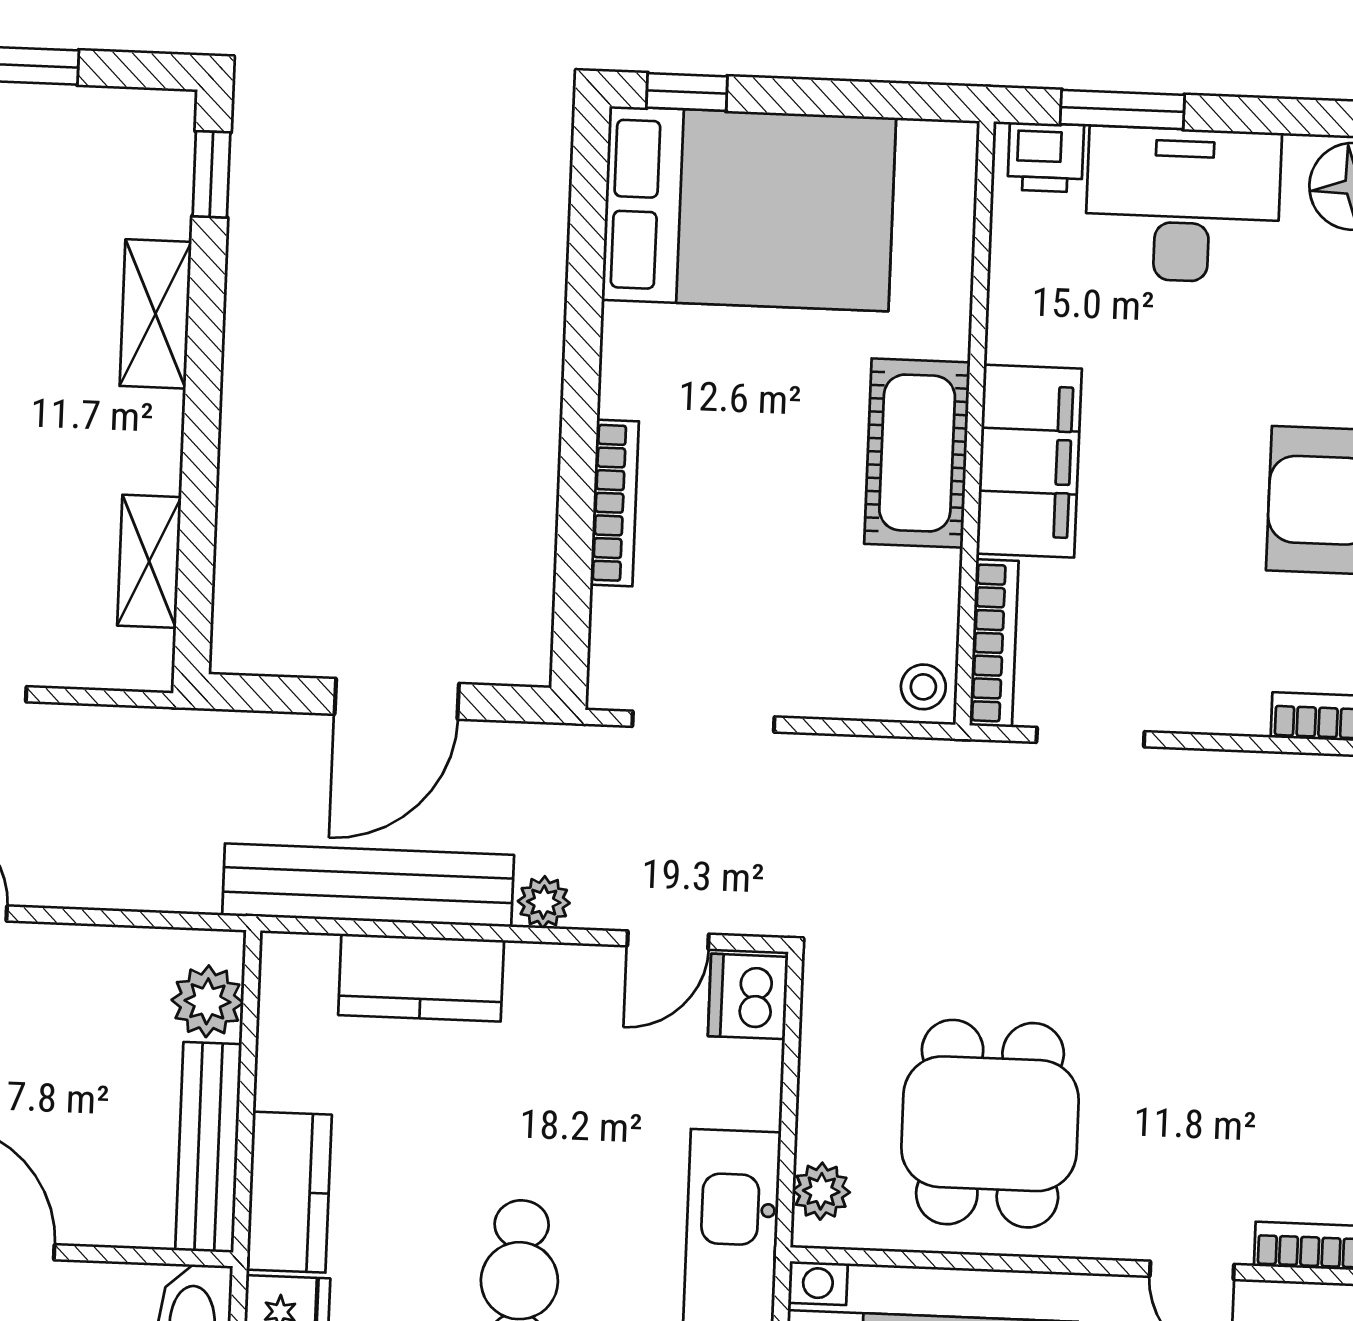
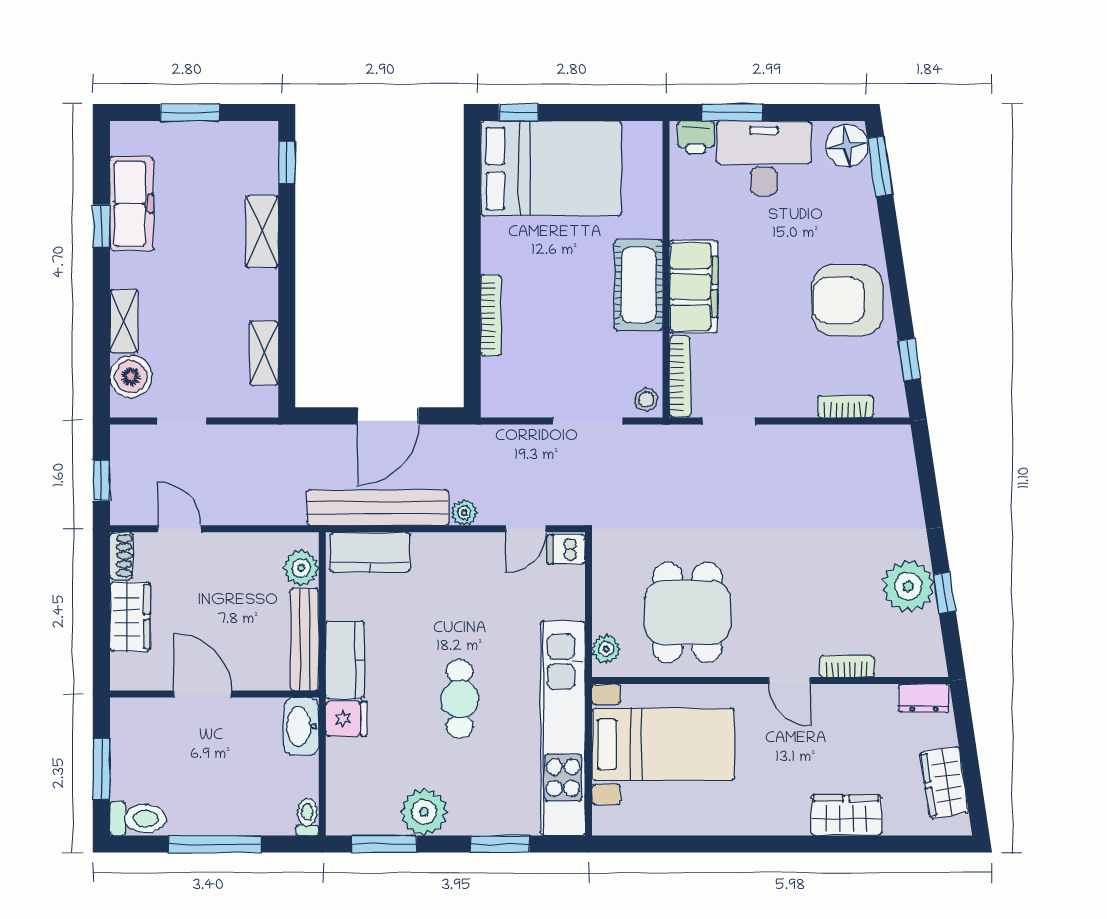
doorway: (703, 722) -> (588, 421), moved
kitchen counter: (421, 978) -> (370, 552), moved
dishwasher: (748, 996) -> (566, 549), width x0.73

